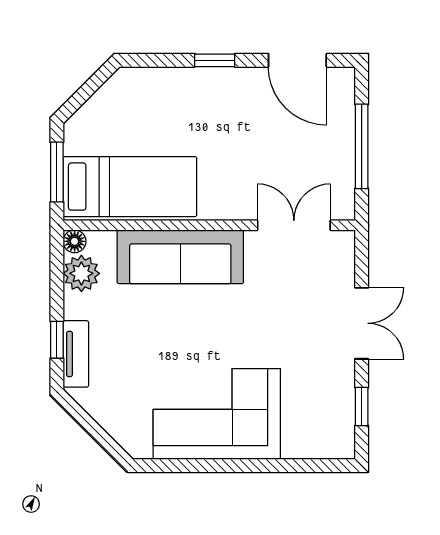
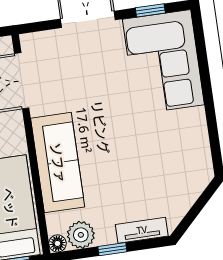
window: (57, 340) -> (112, 249), moved
corner sofa: (217, 414) -> (163, 62), moved

